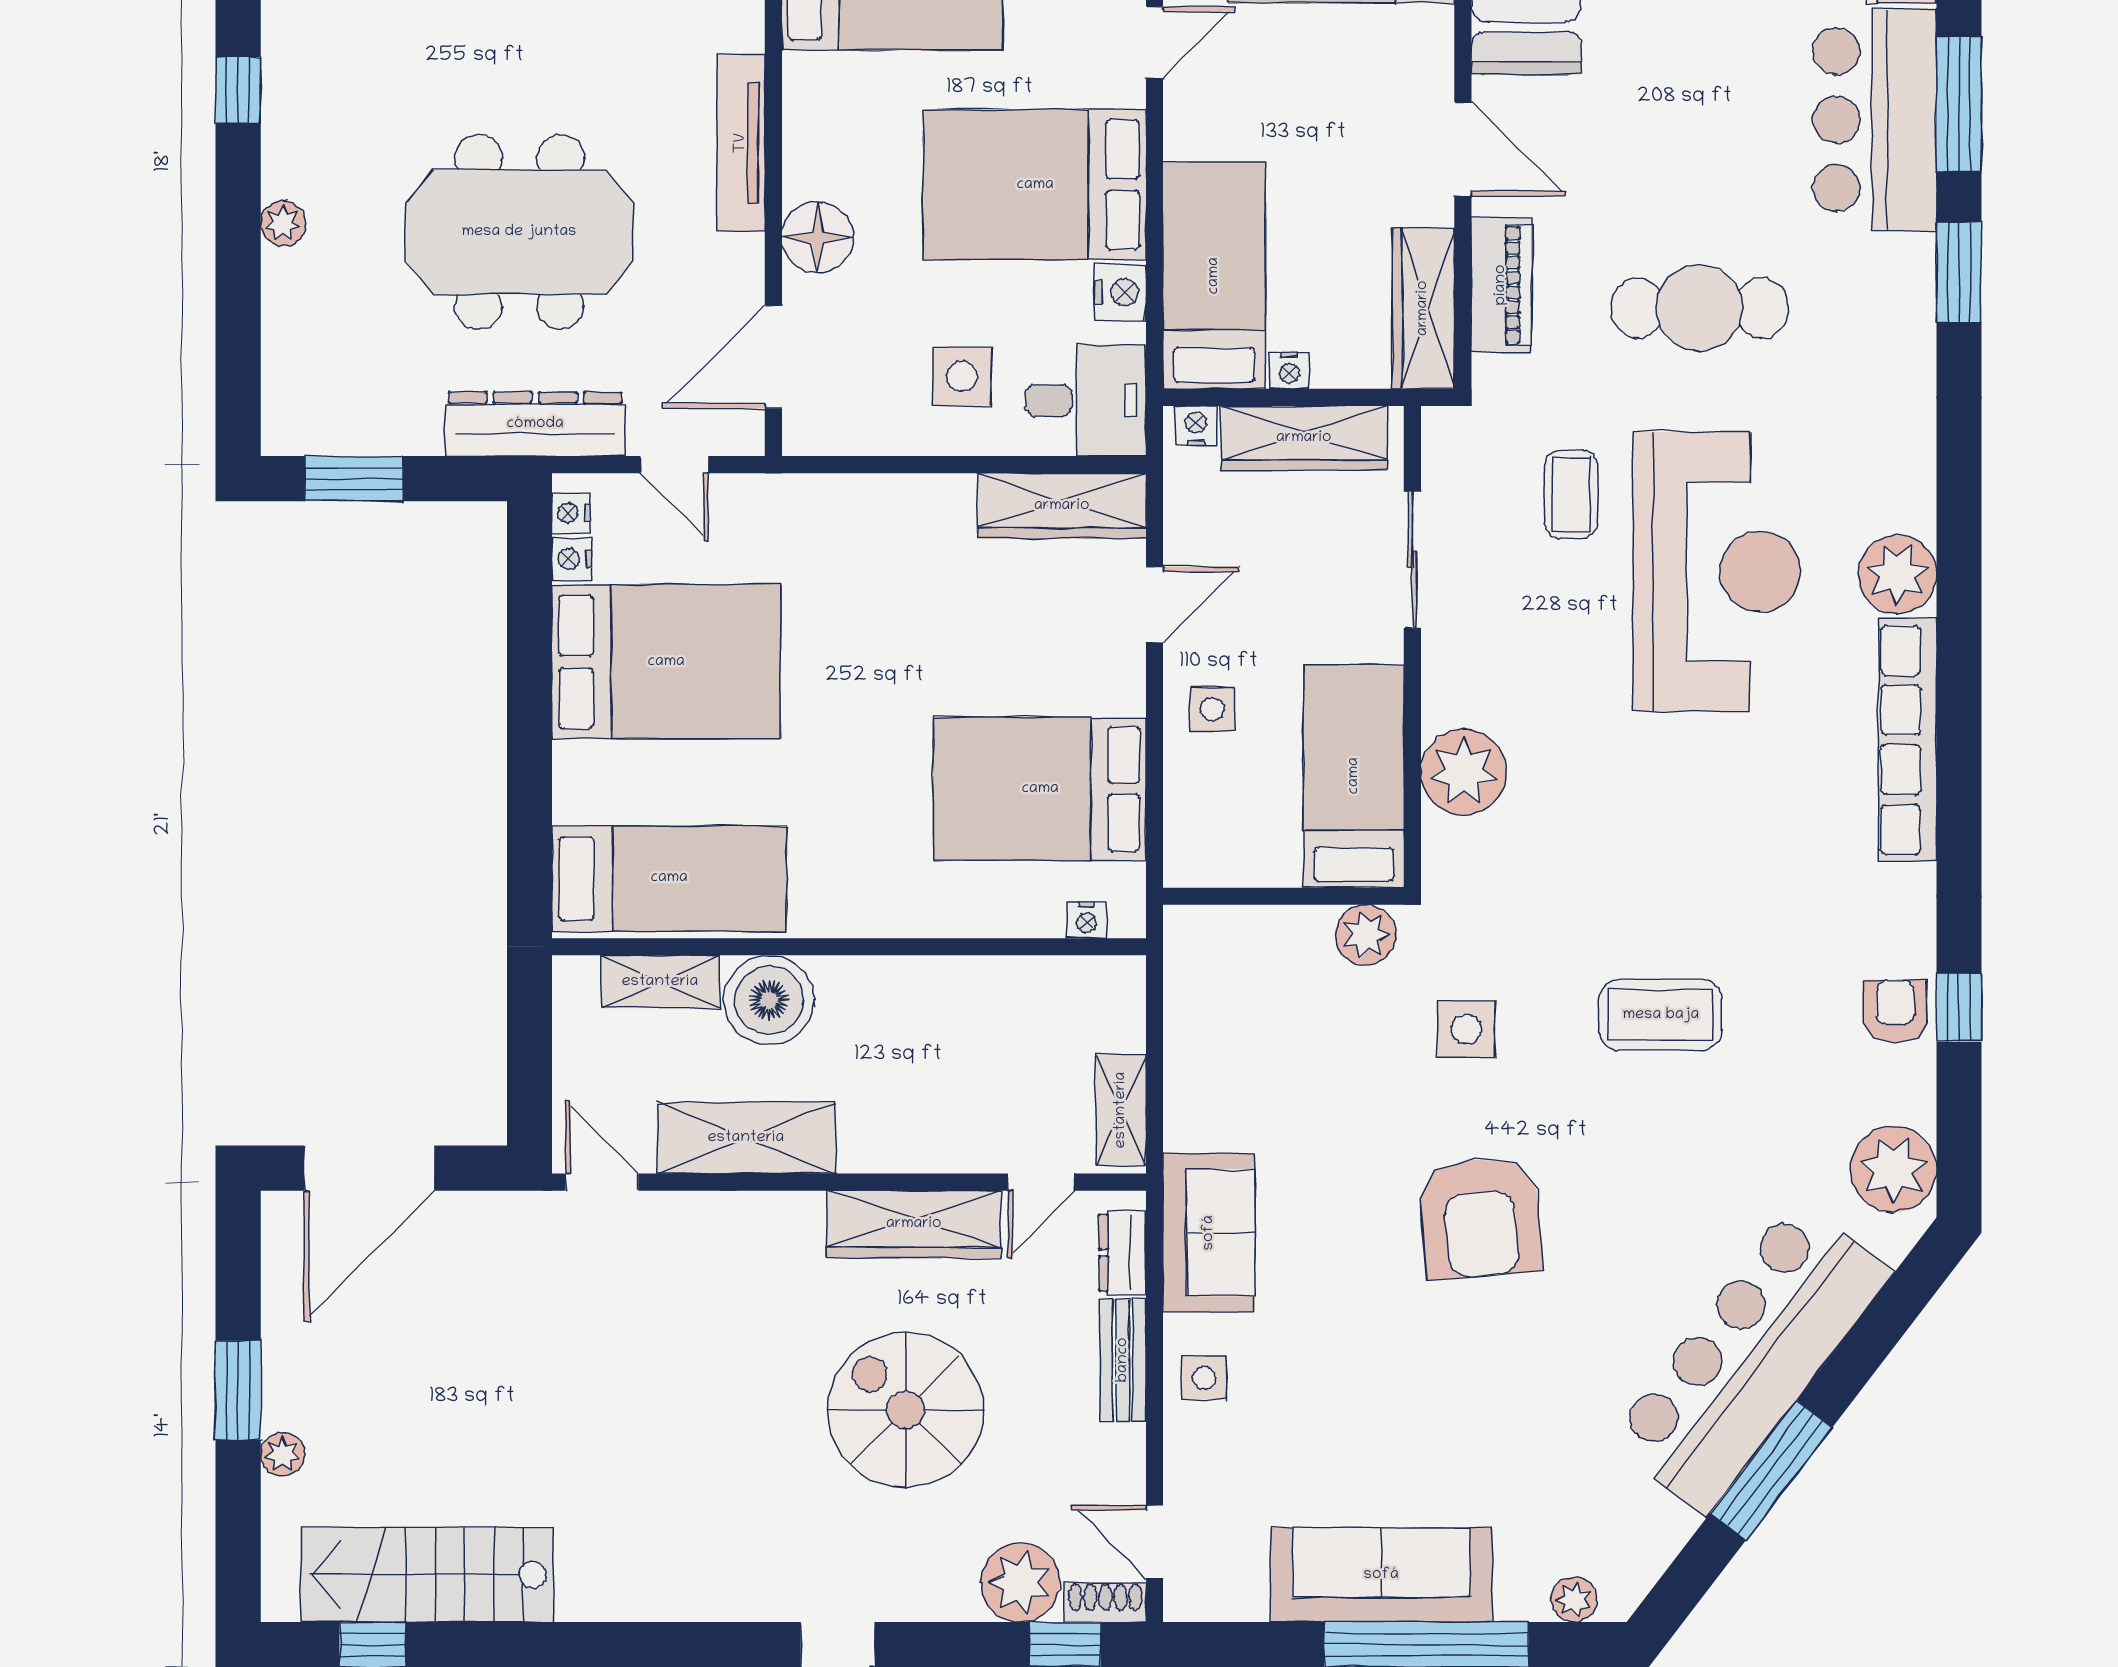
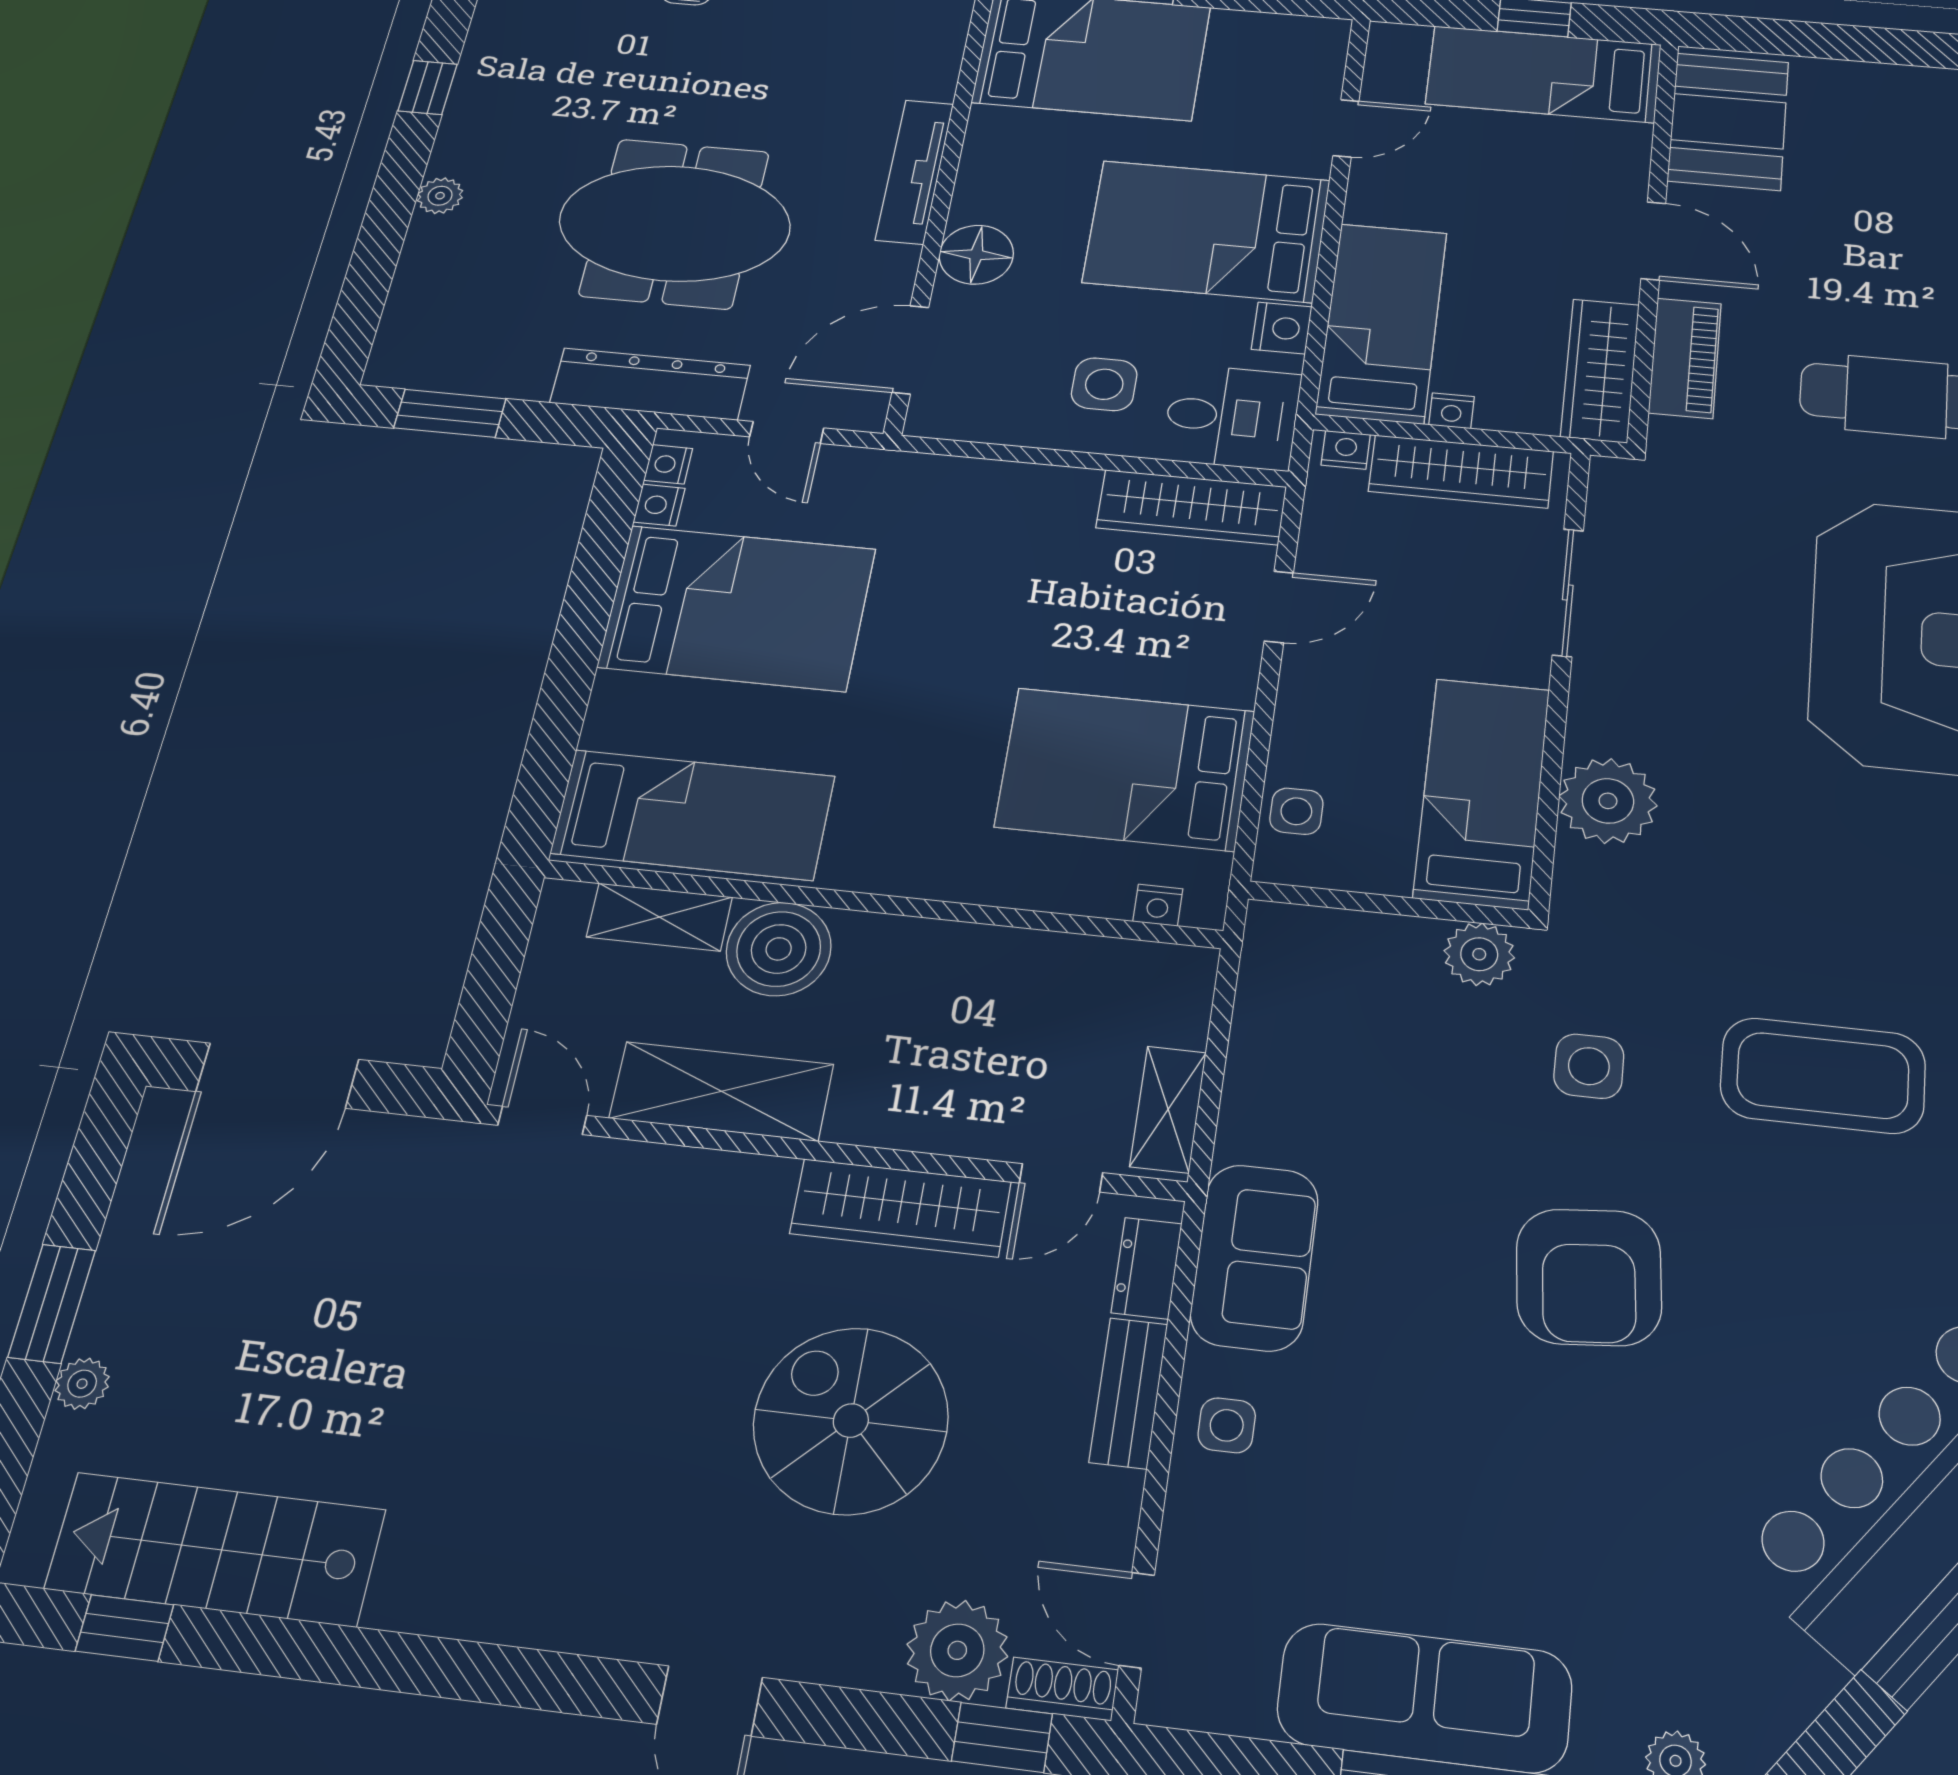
coffee table: (1571, 494) -> (1748, 549), removed
side table: (1212, 709) -> (1296, 811), moved
coffee table: (1661, 1015) -> (1823, 1076), width x1.36, depth x1.32

